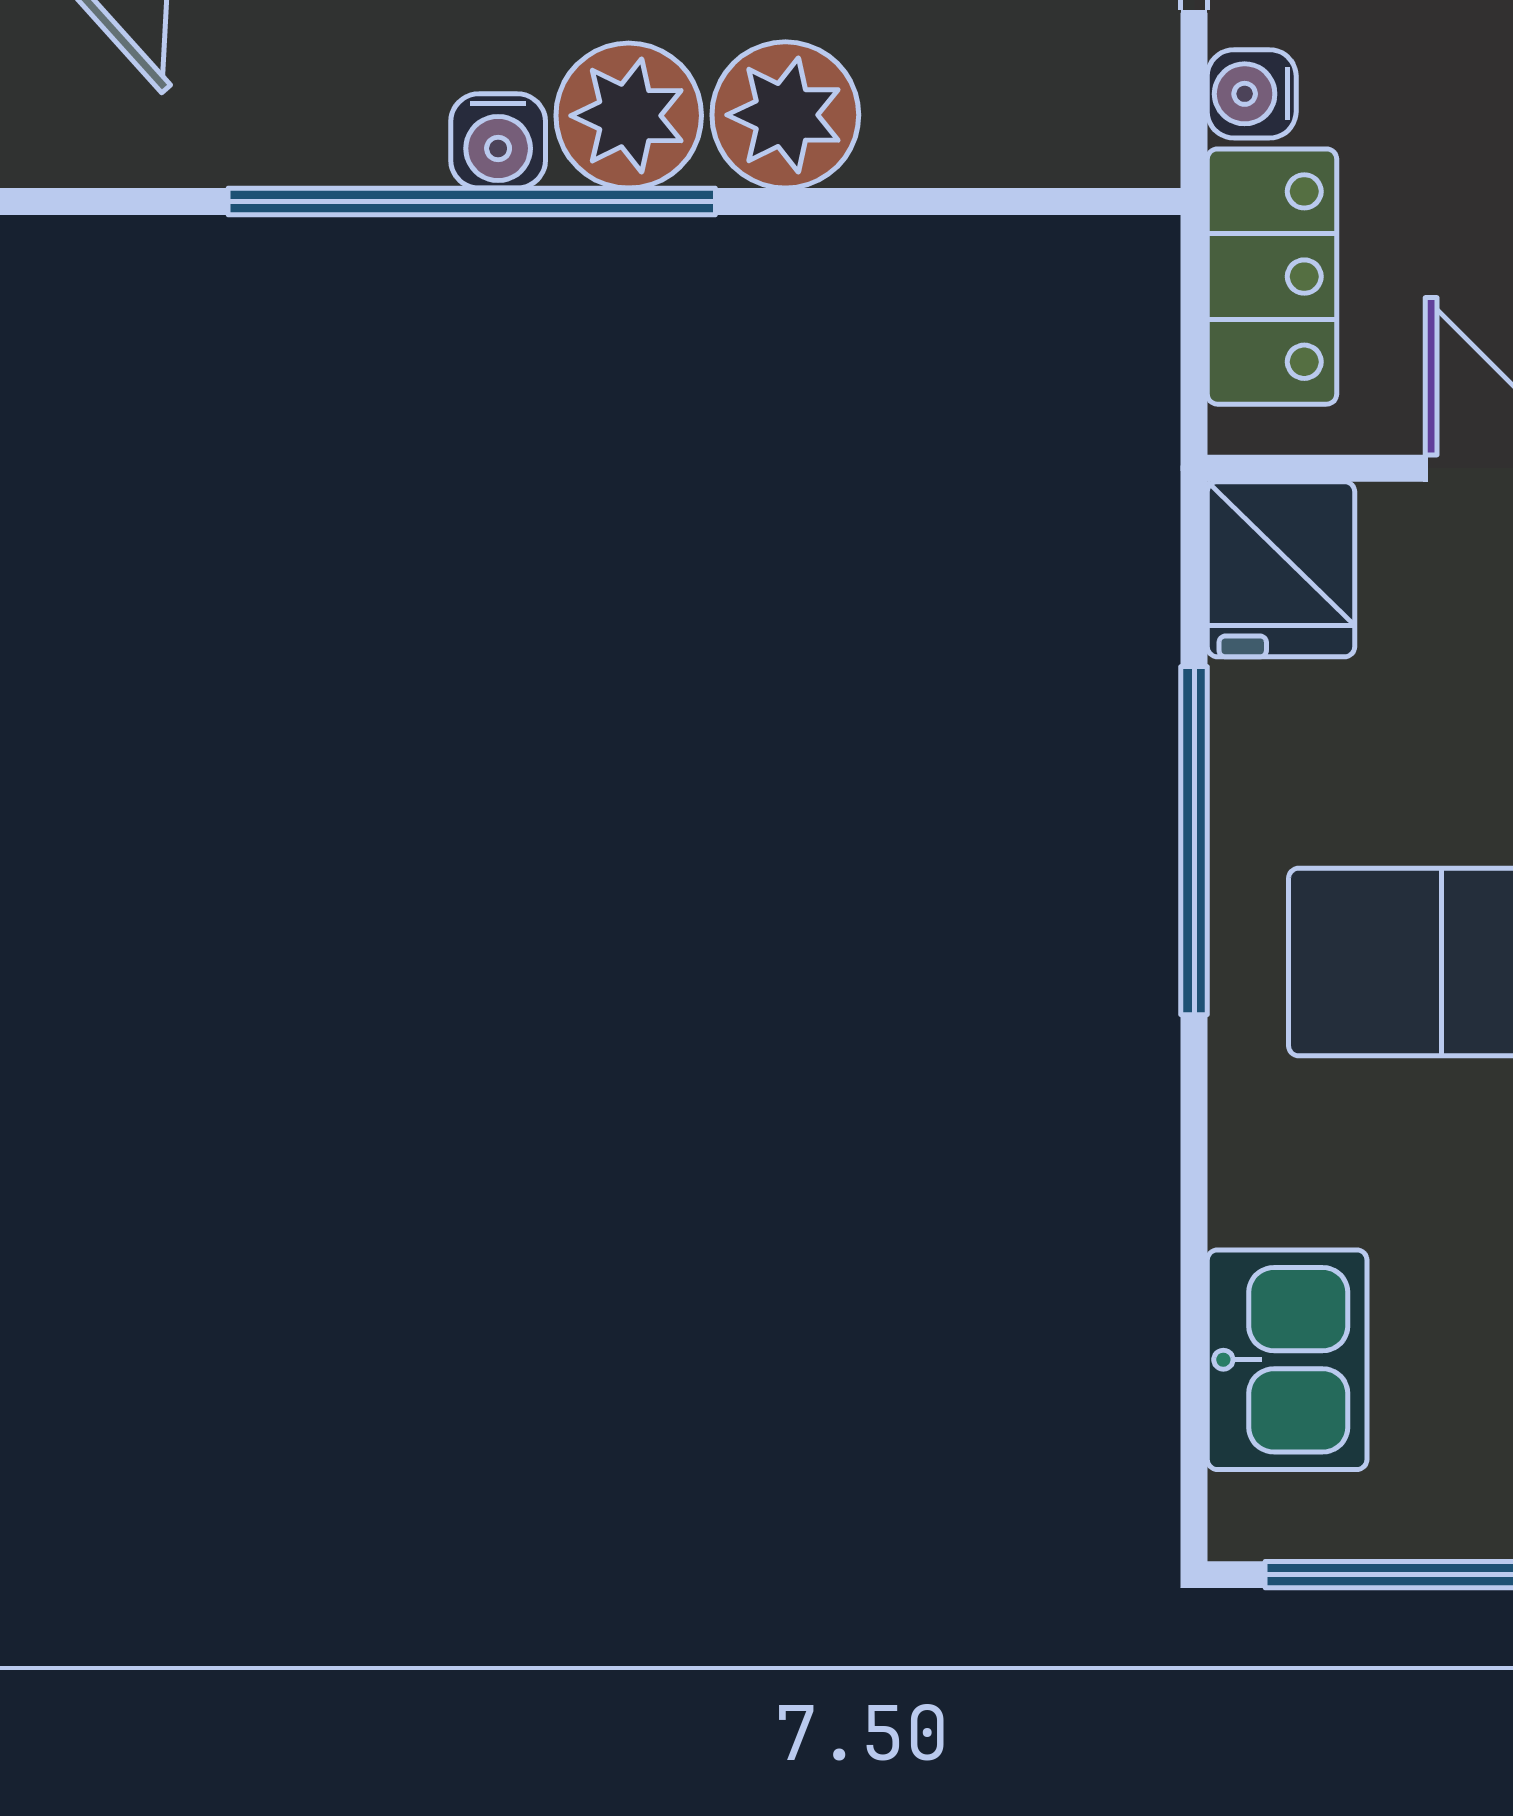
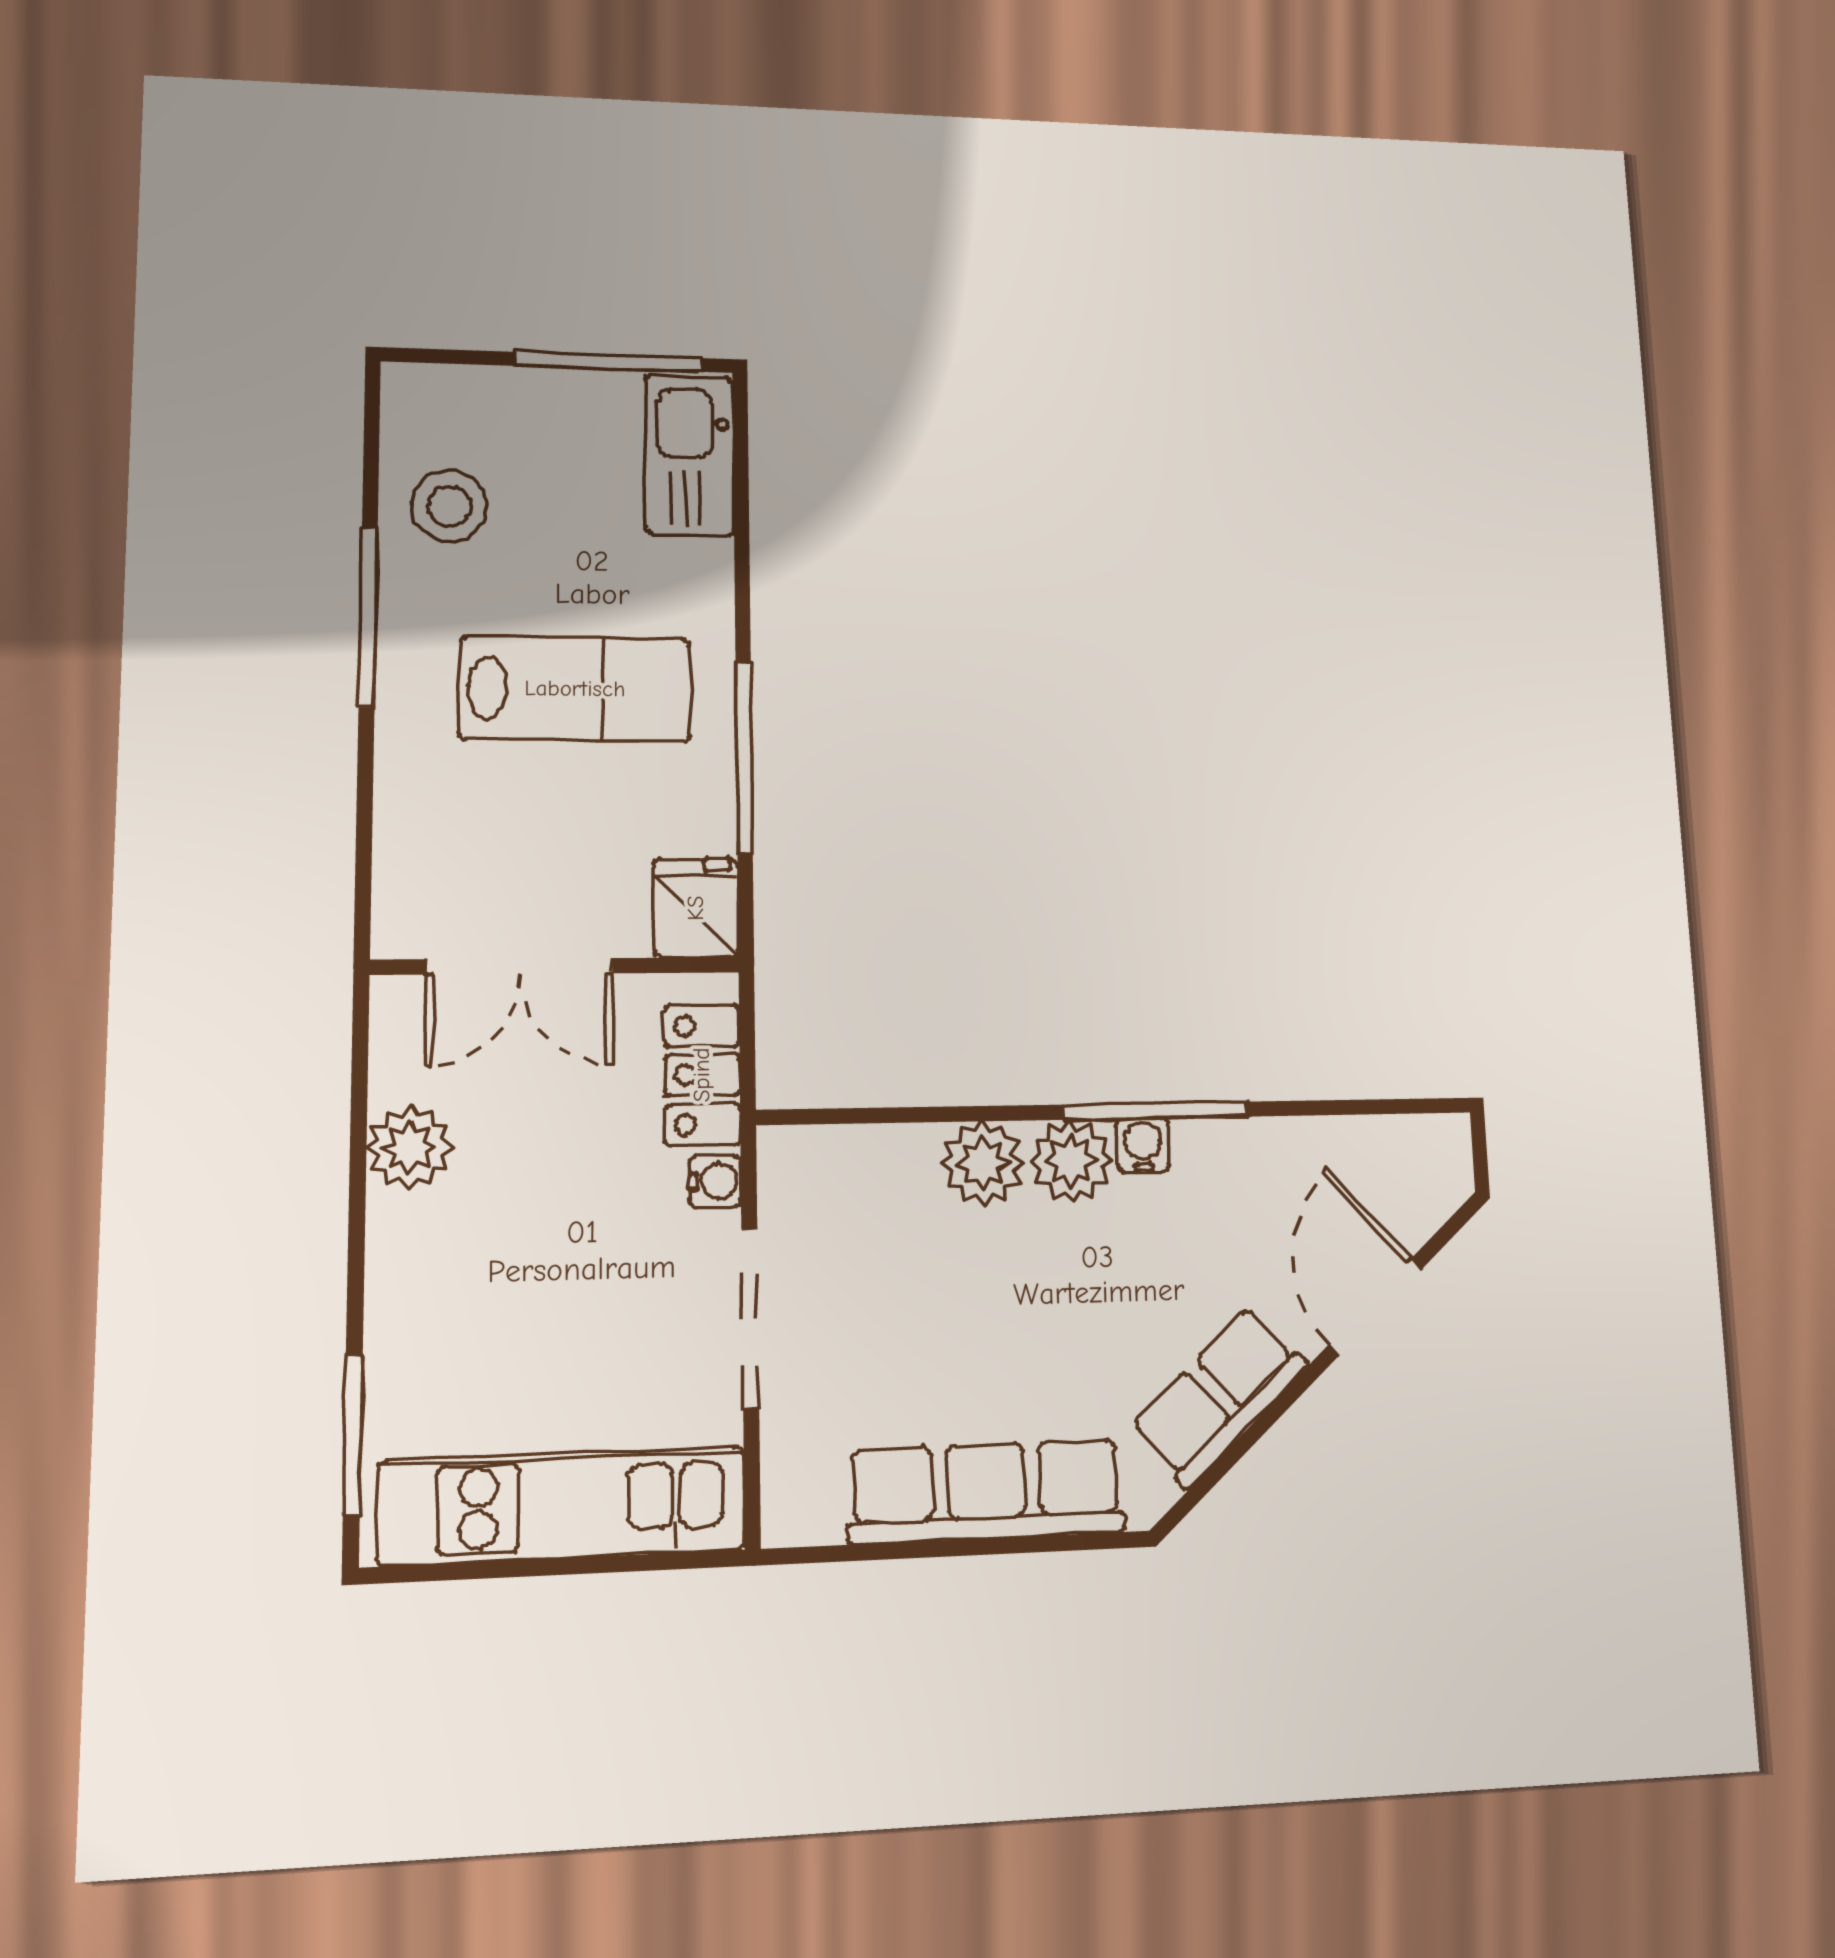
window: (472, 202) -> (1156, 1111), width x0.68
kitchen sink: (1287, 1360) -> (689, 455), width x1.38

